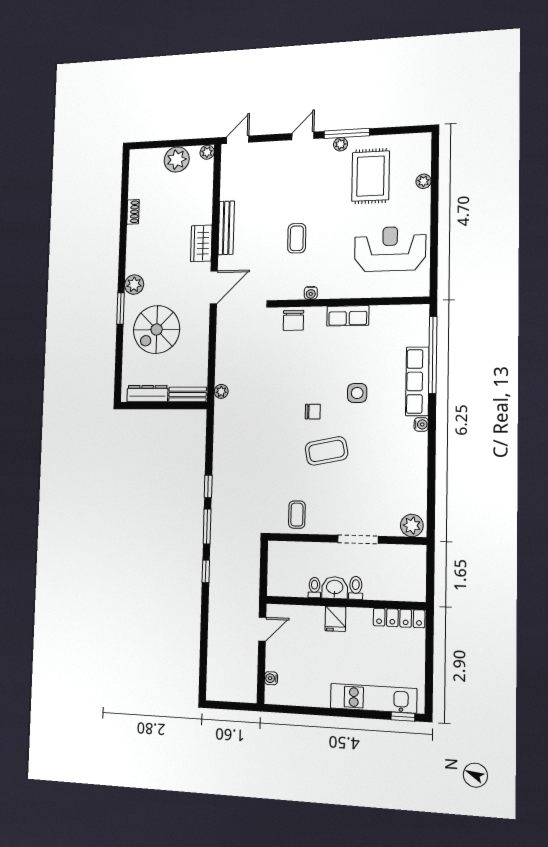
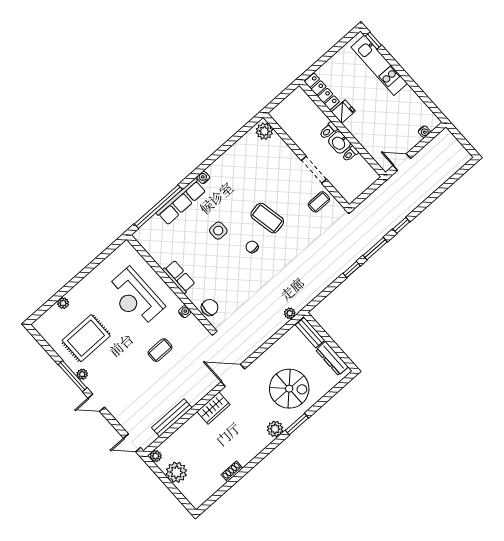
bench: (226, 228) -> (172, 418), moved
reception desk: (390, 249) -> (135, 297), moved
doorway: (358, 539) -> (314, 170), moved
fridge: (335, 619) -> (343, 112), moved

